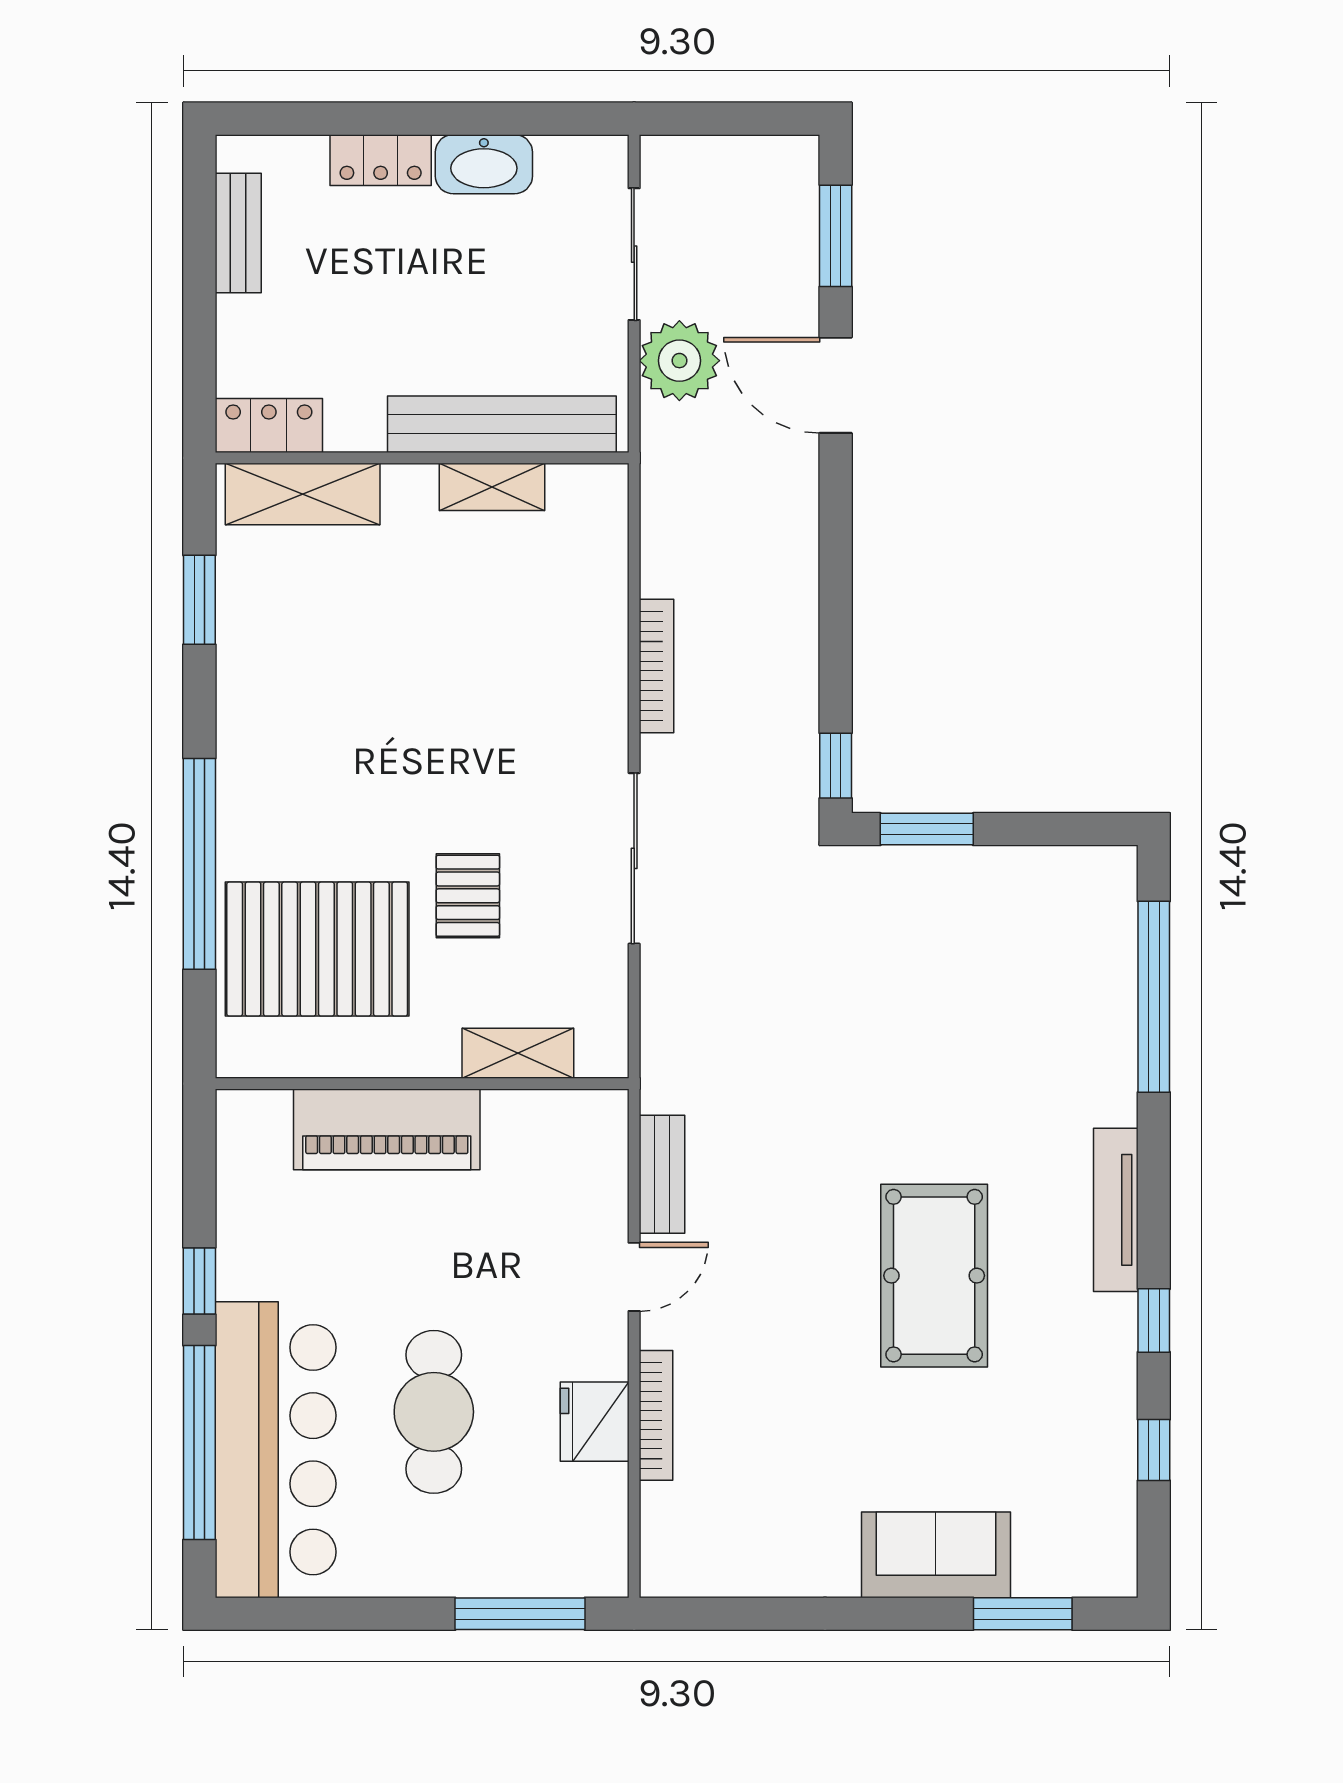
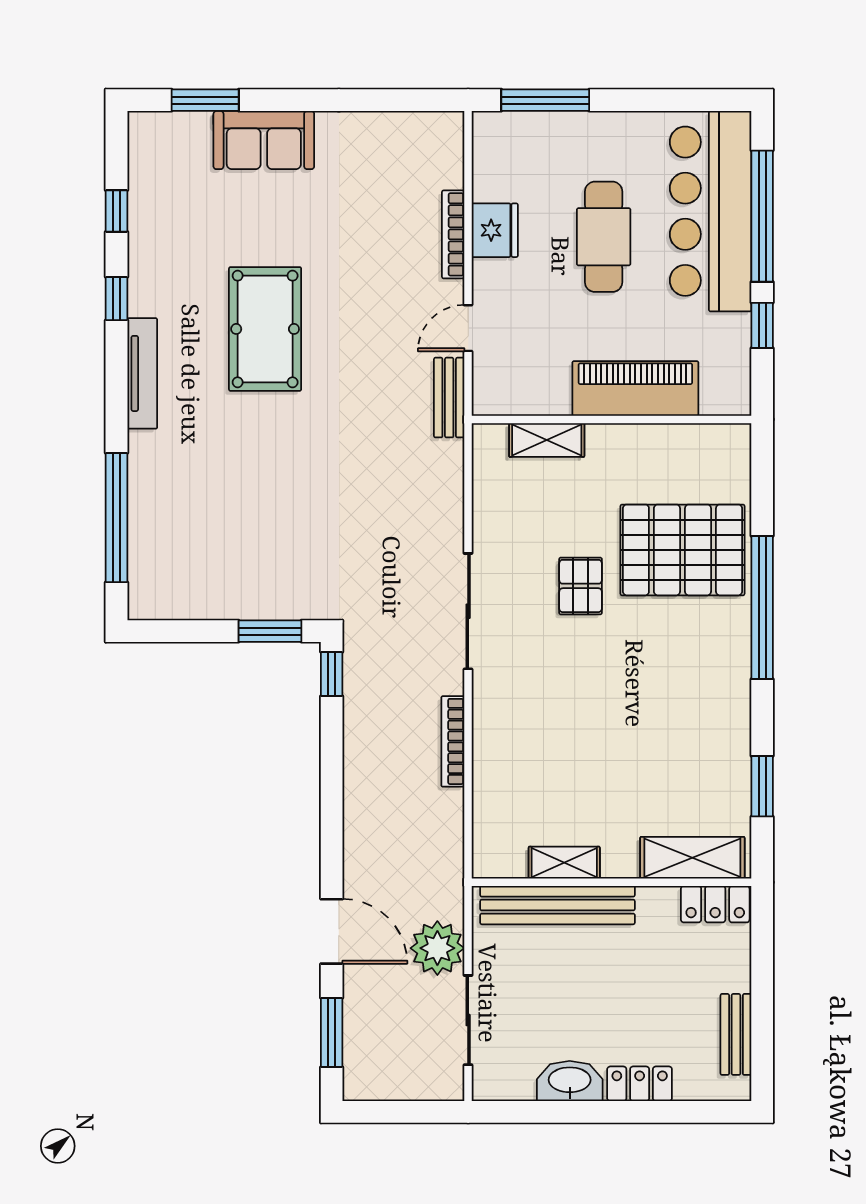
shelving: (518, 1053) -> (547, 440), moved
wall: (422, 1084) -> (612, 419), moved
piano: (387, 1129) -> (635, 388), moved

